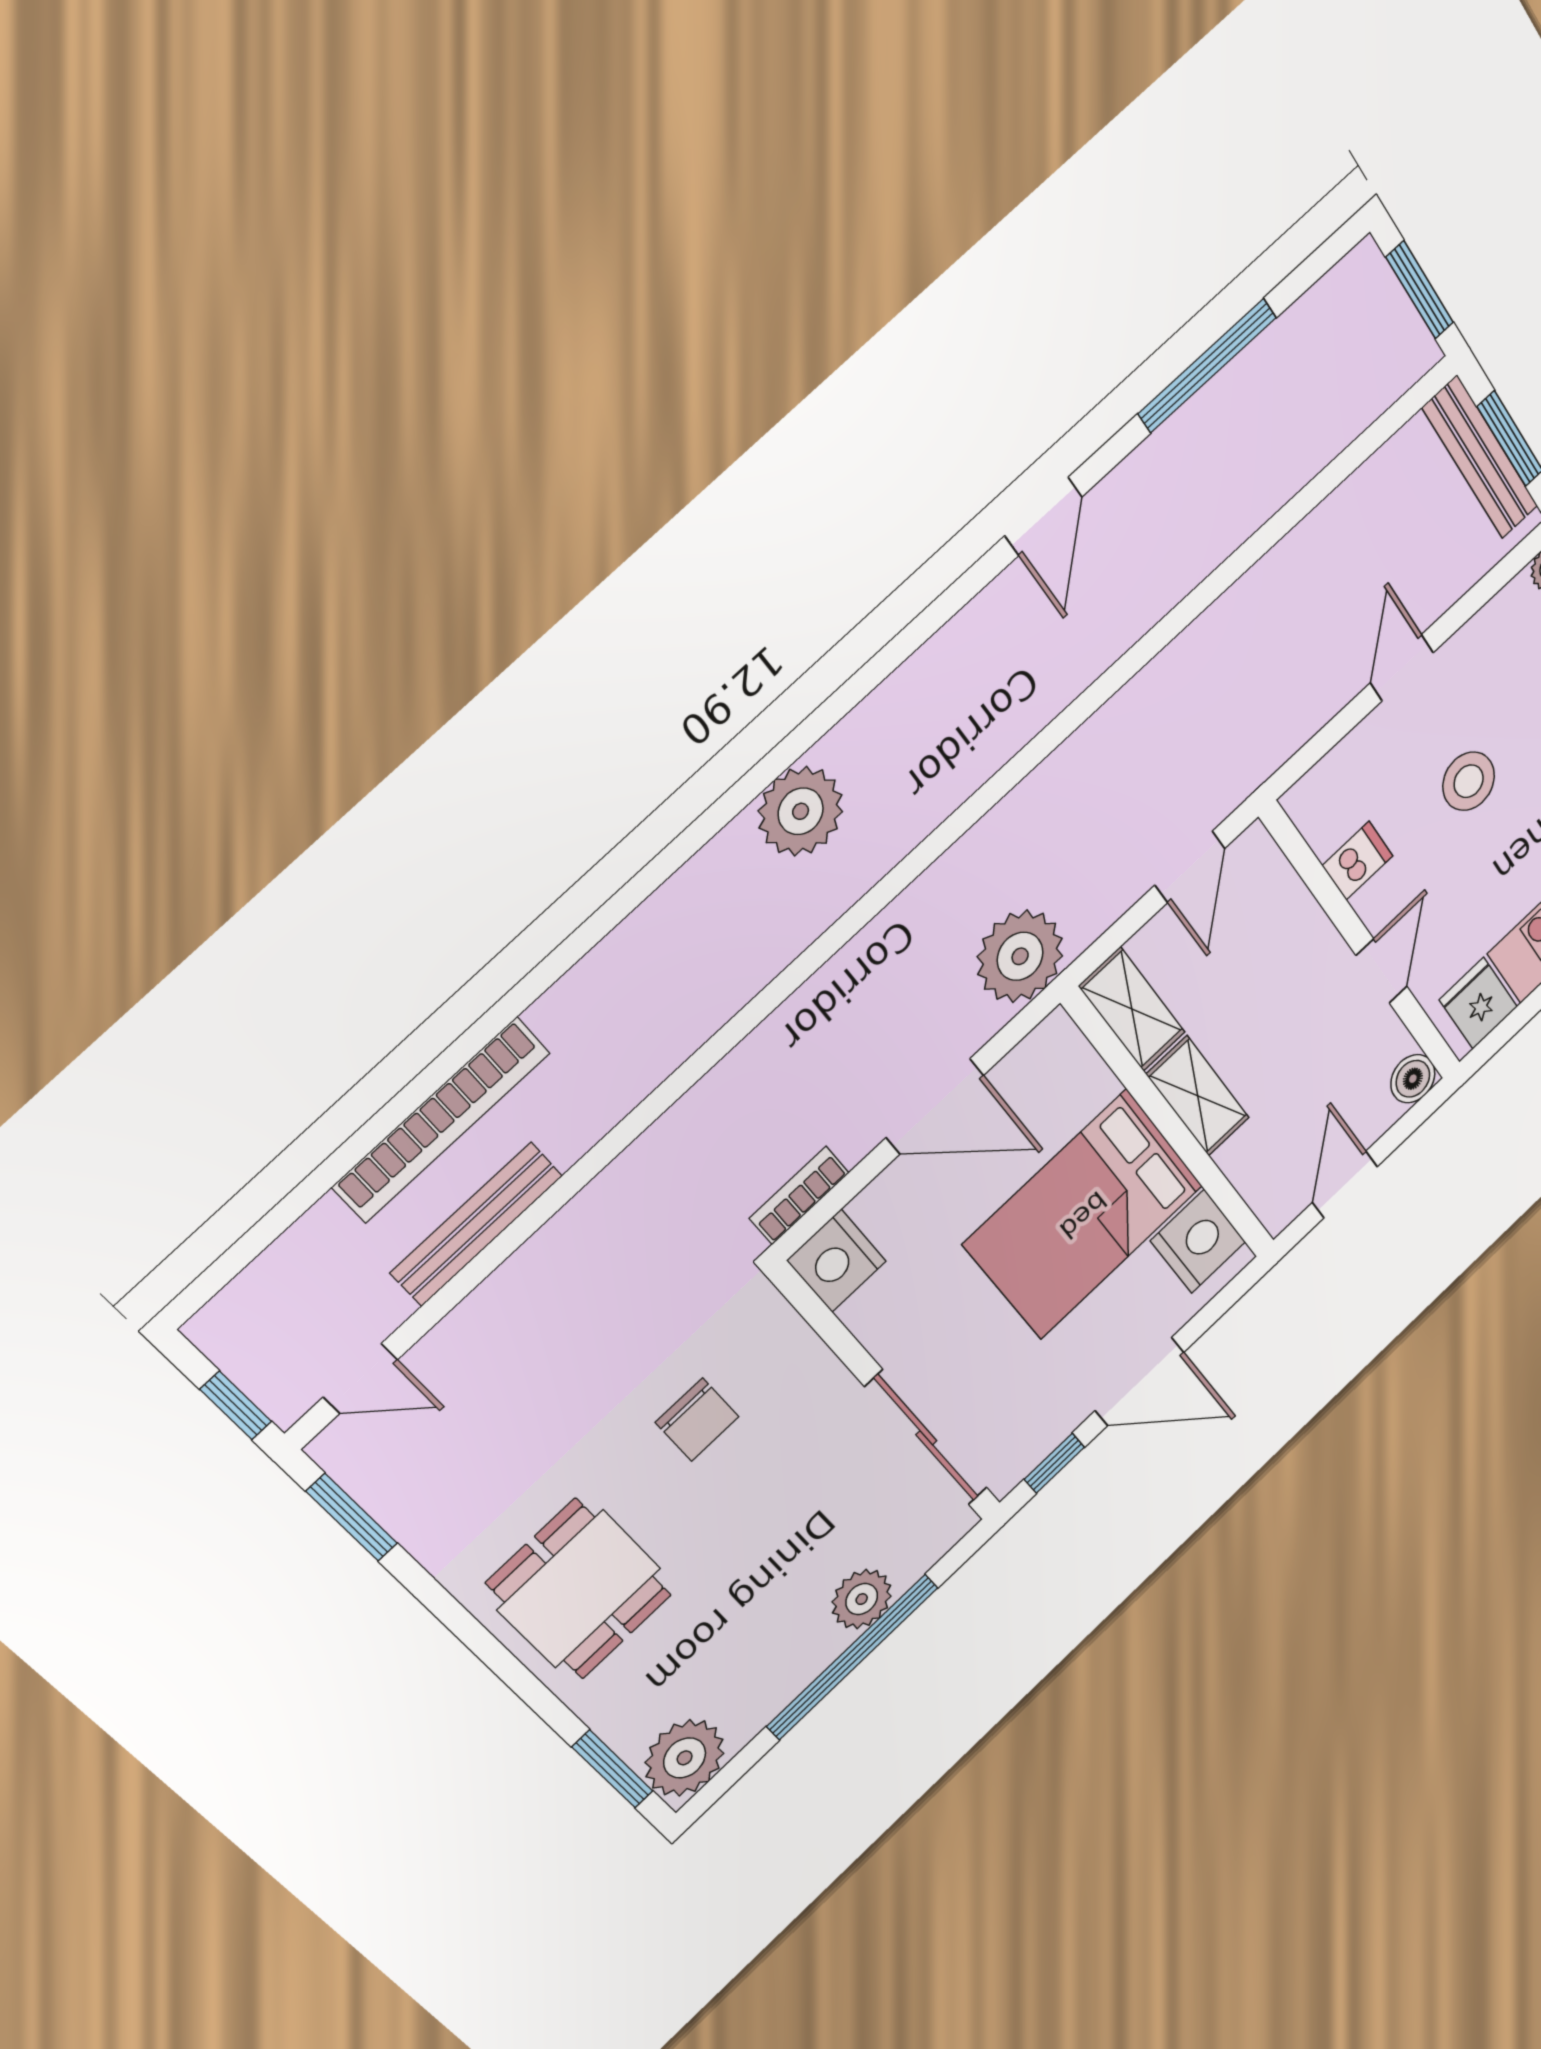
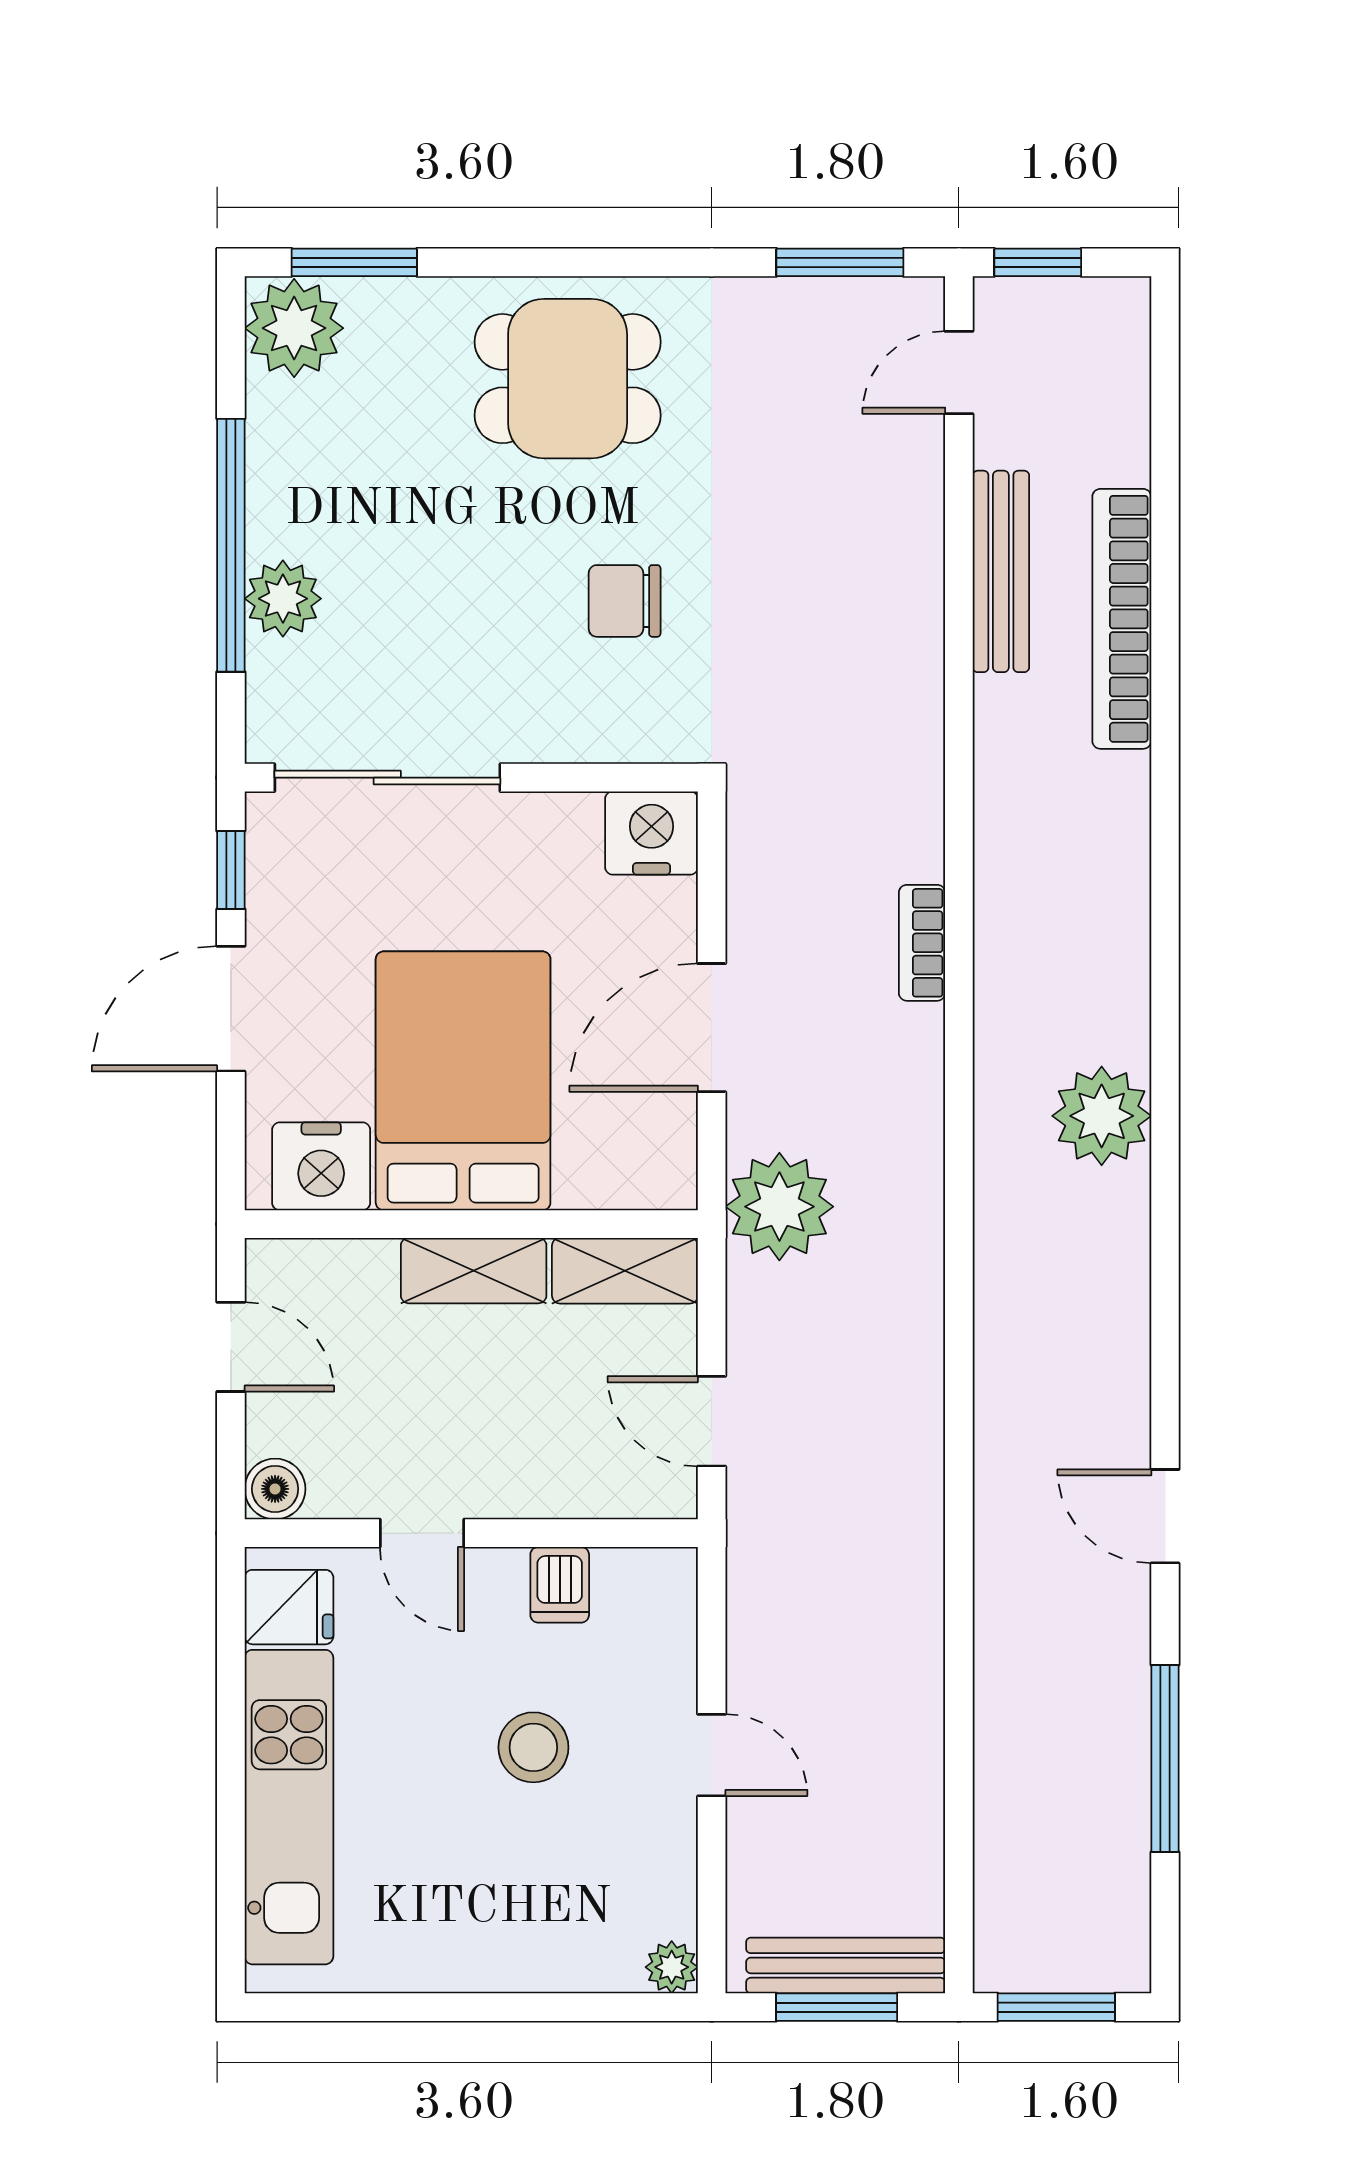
bookcase: (799, 1195) -> (922, 943), moved, turned 180

